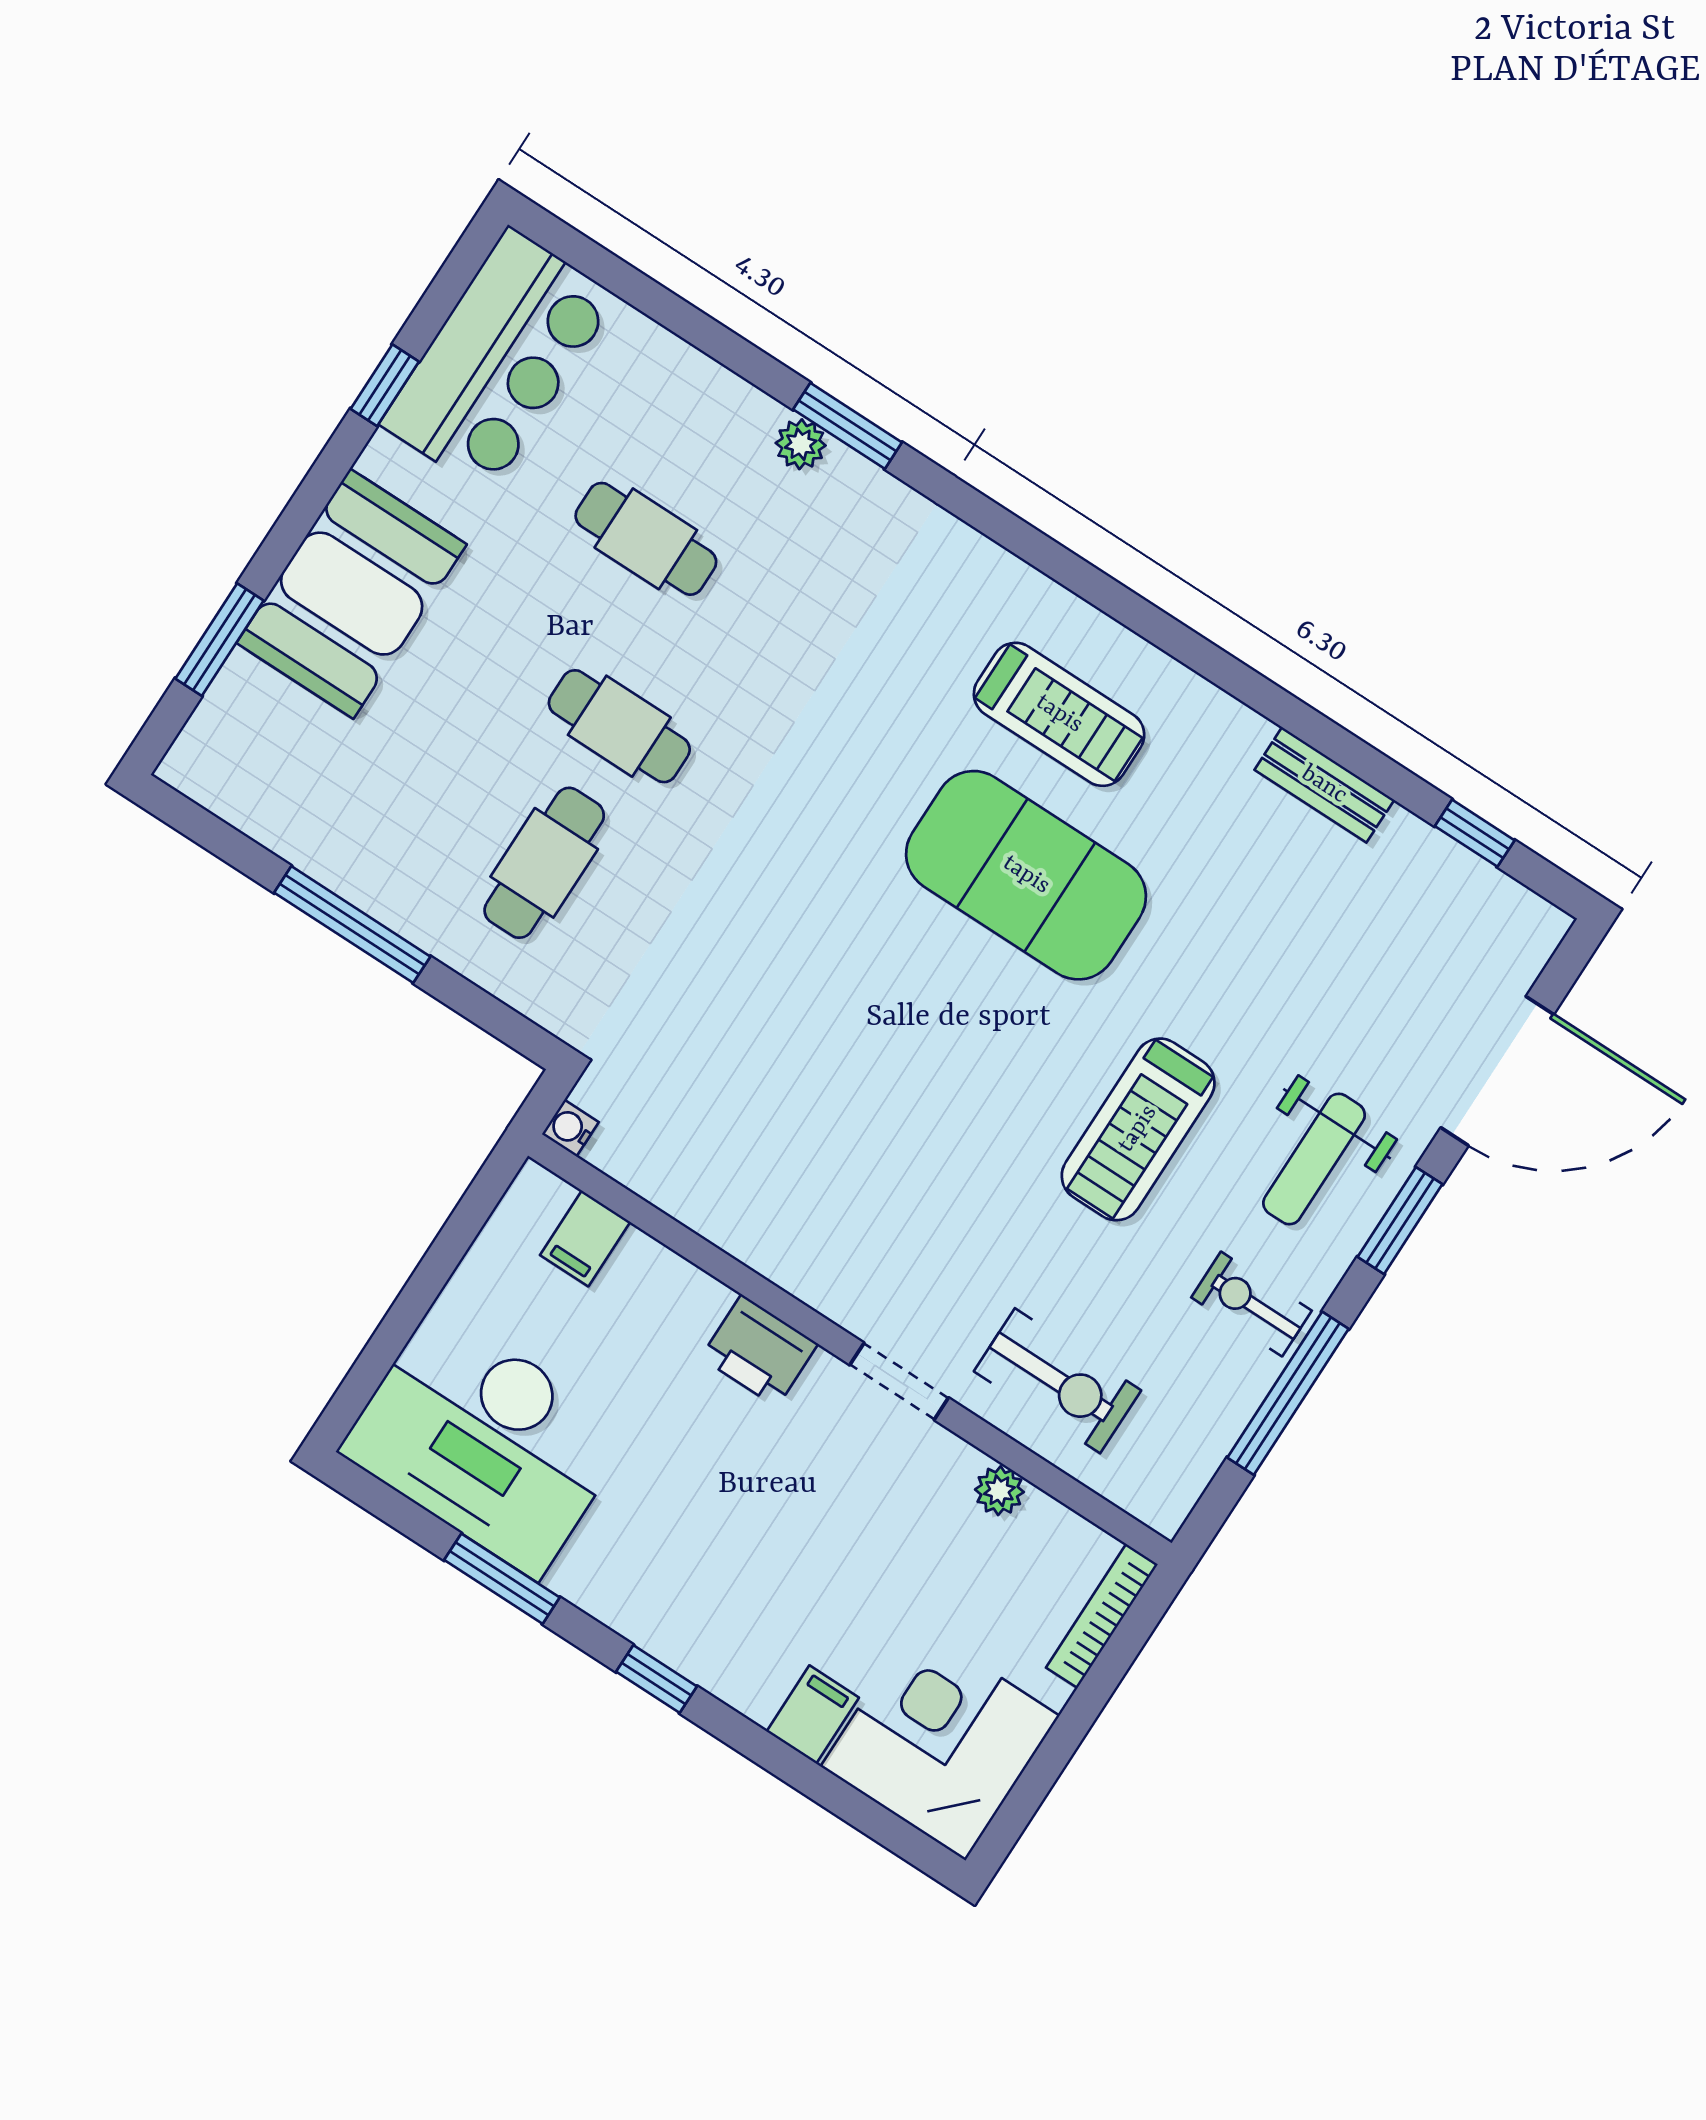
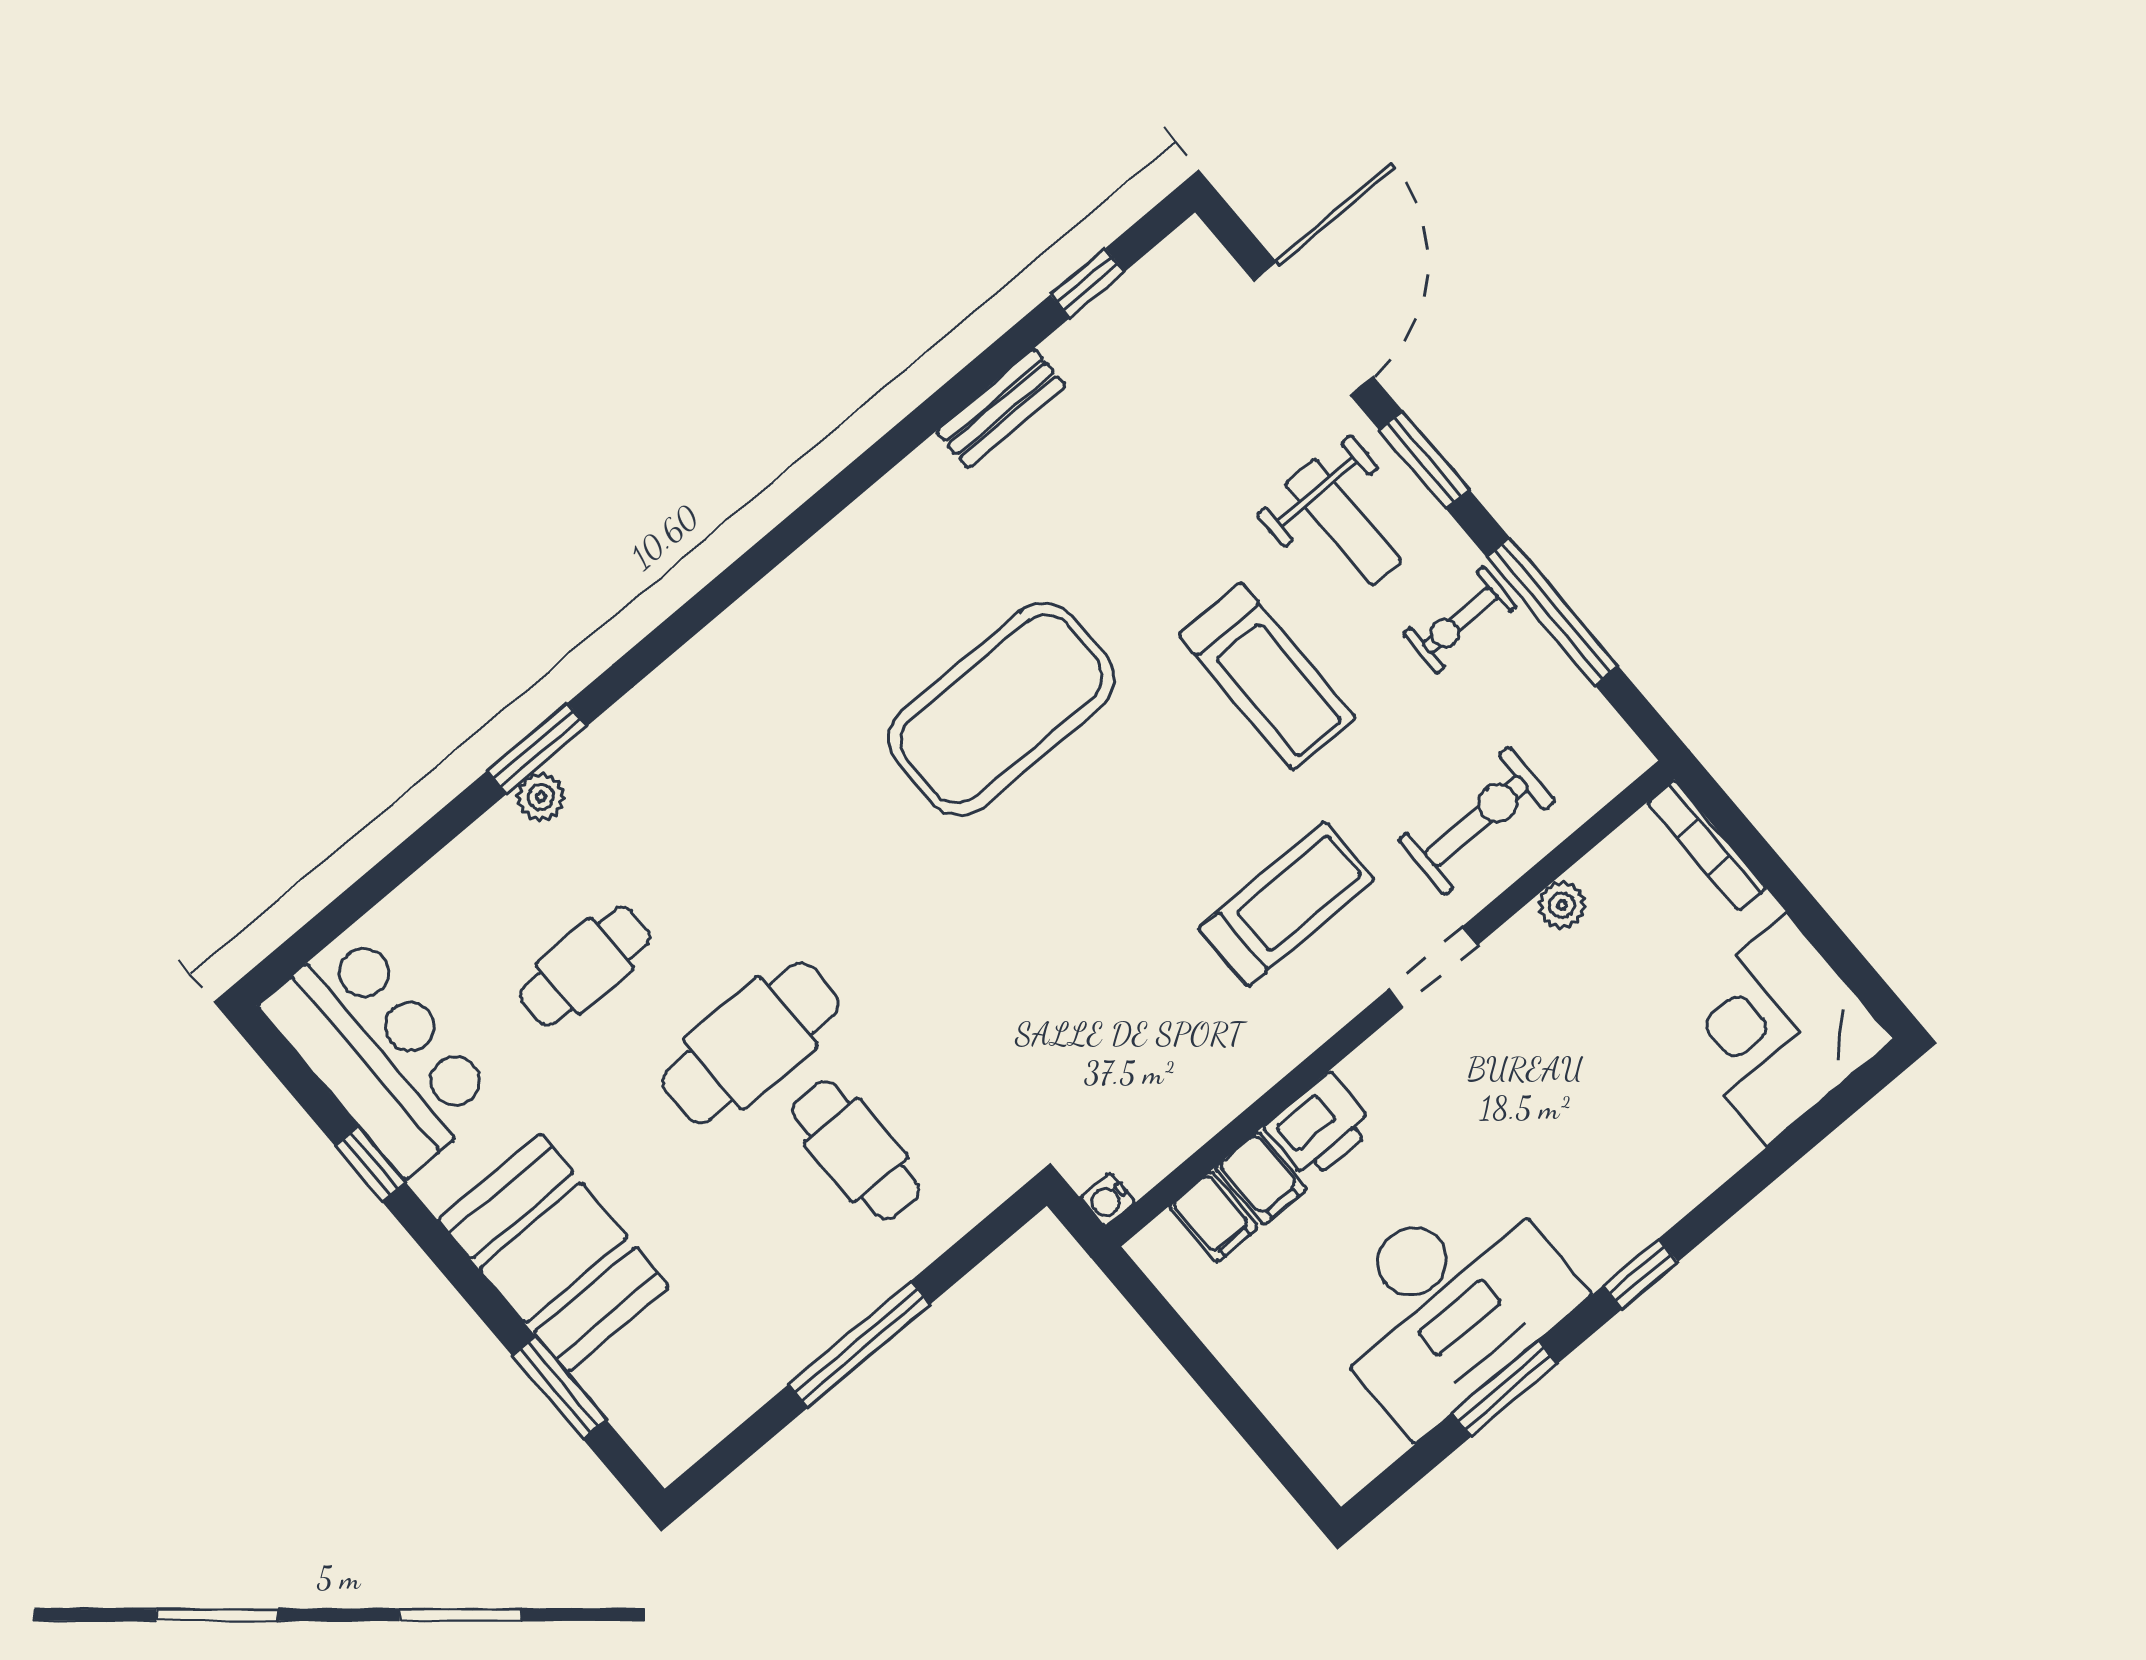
treadmill: (1059, 714) -> (1286, 904), moved
cafe table: (619, 726) -> (750, 1043), width x1.37, depth x1.35
printer: (759, 1351) -> (1319, 1127), moved
desk: (486, 1442) -> (1447, 1303), moved
filing cabinet: (813, 1715) -> (1261, 1178), moved, turned 180

